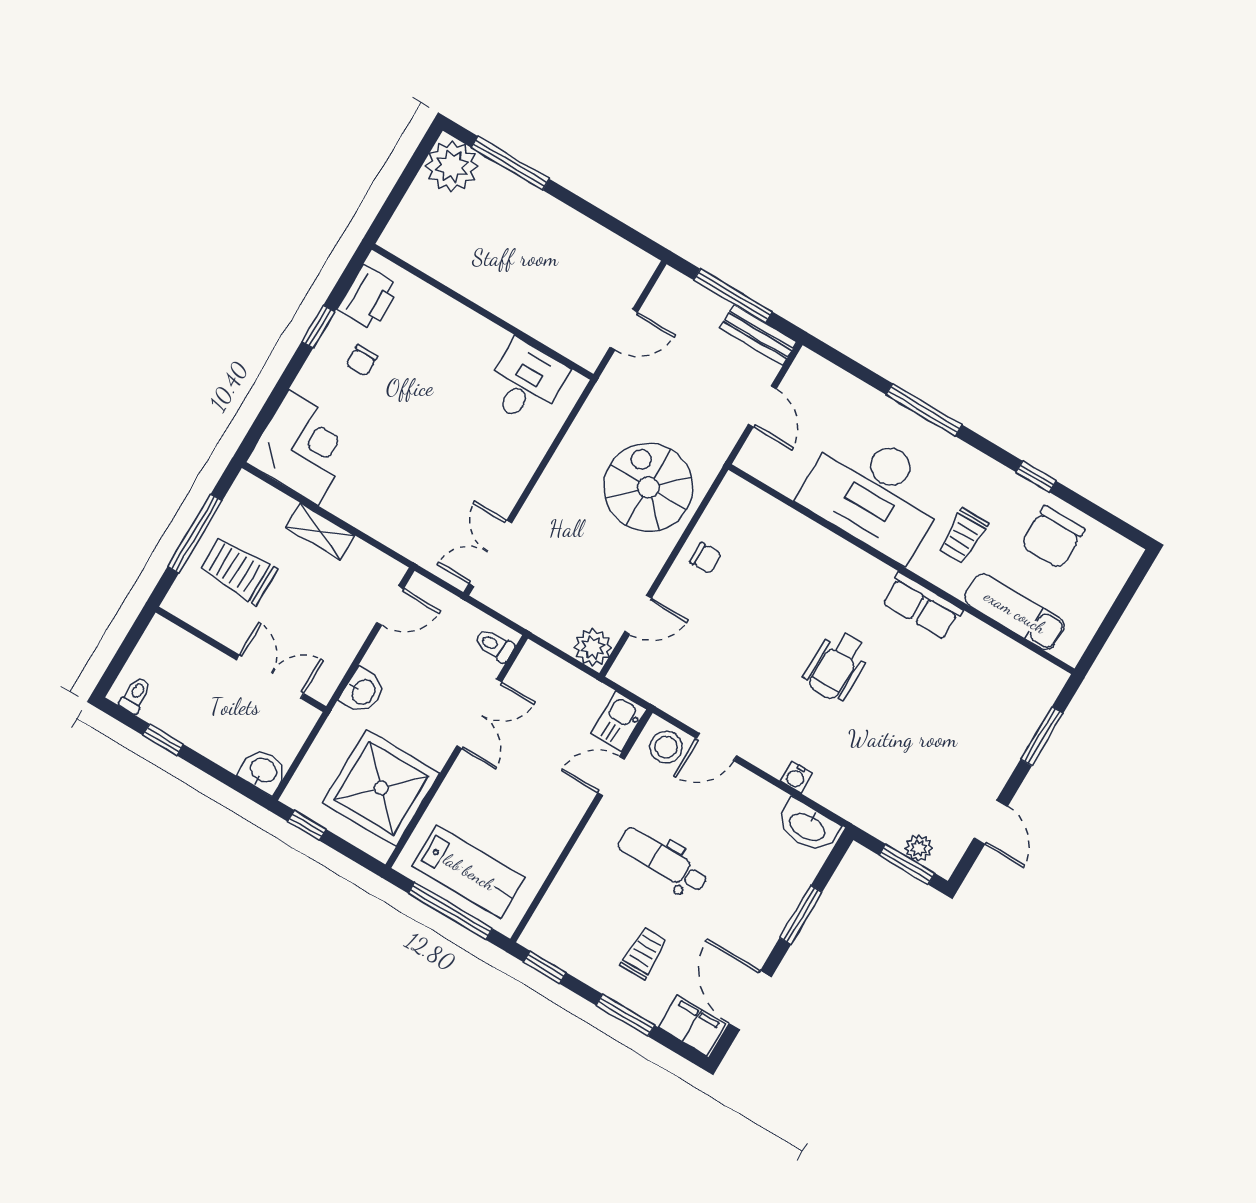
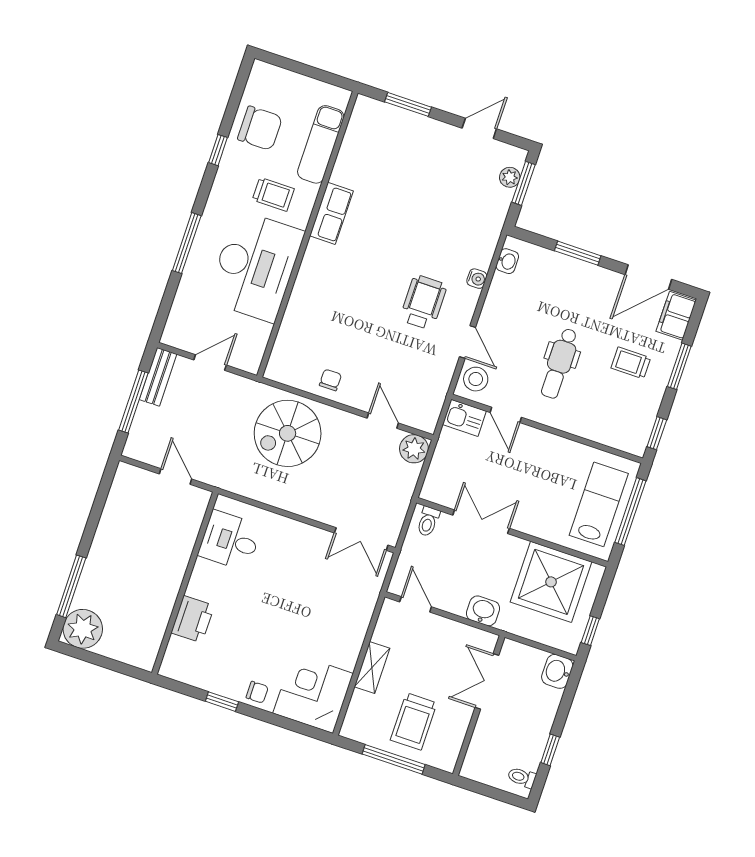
printer: (368, 298) -> (193, 619), moved, turned 90
chair: (362, 360) -> (257, 692), moved
wheelchair: (837, 666) -> (423, 302), moved, turned -90
washbasin: (808, 826) -> (507, 261), width x0.52, depth x0.69

